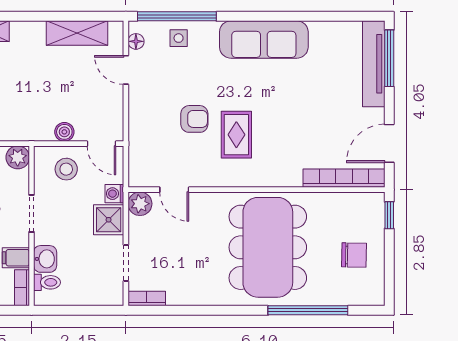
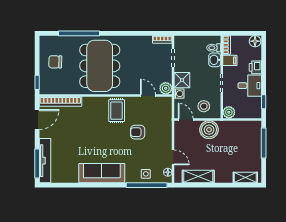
boiler: (64, 132) -> (209, 130), width x1.86, depth x1.86
rug: (236, 135) -> (117, 111), moved

